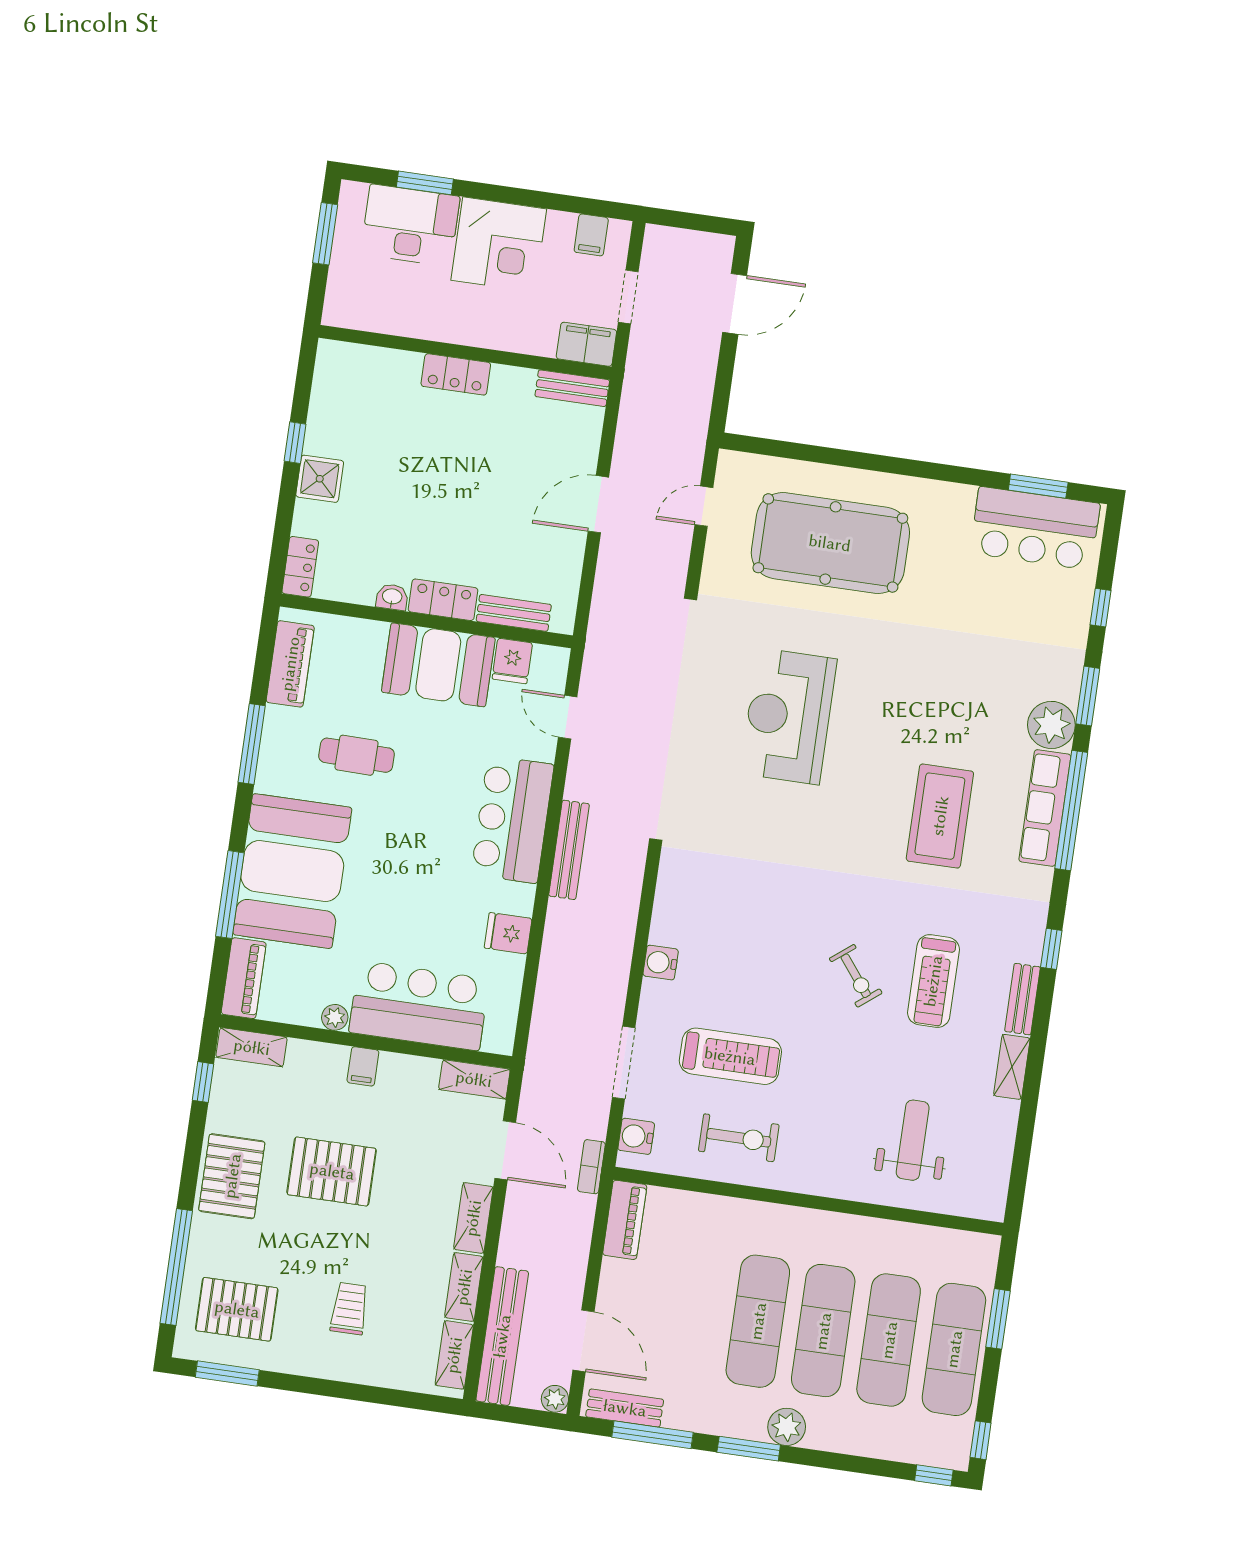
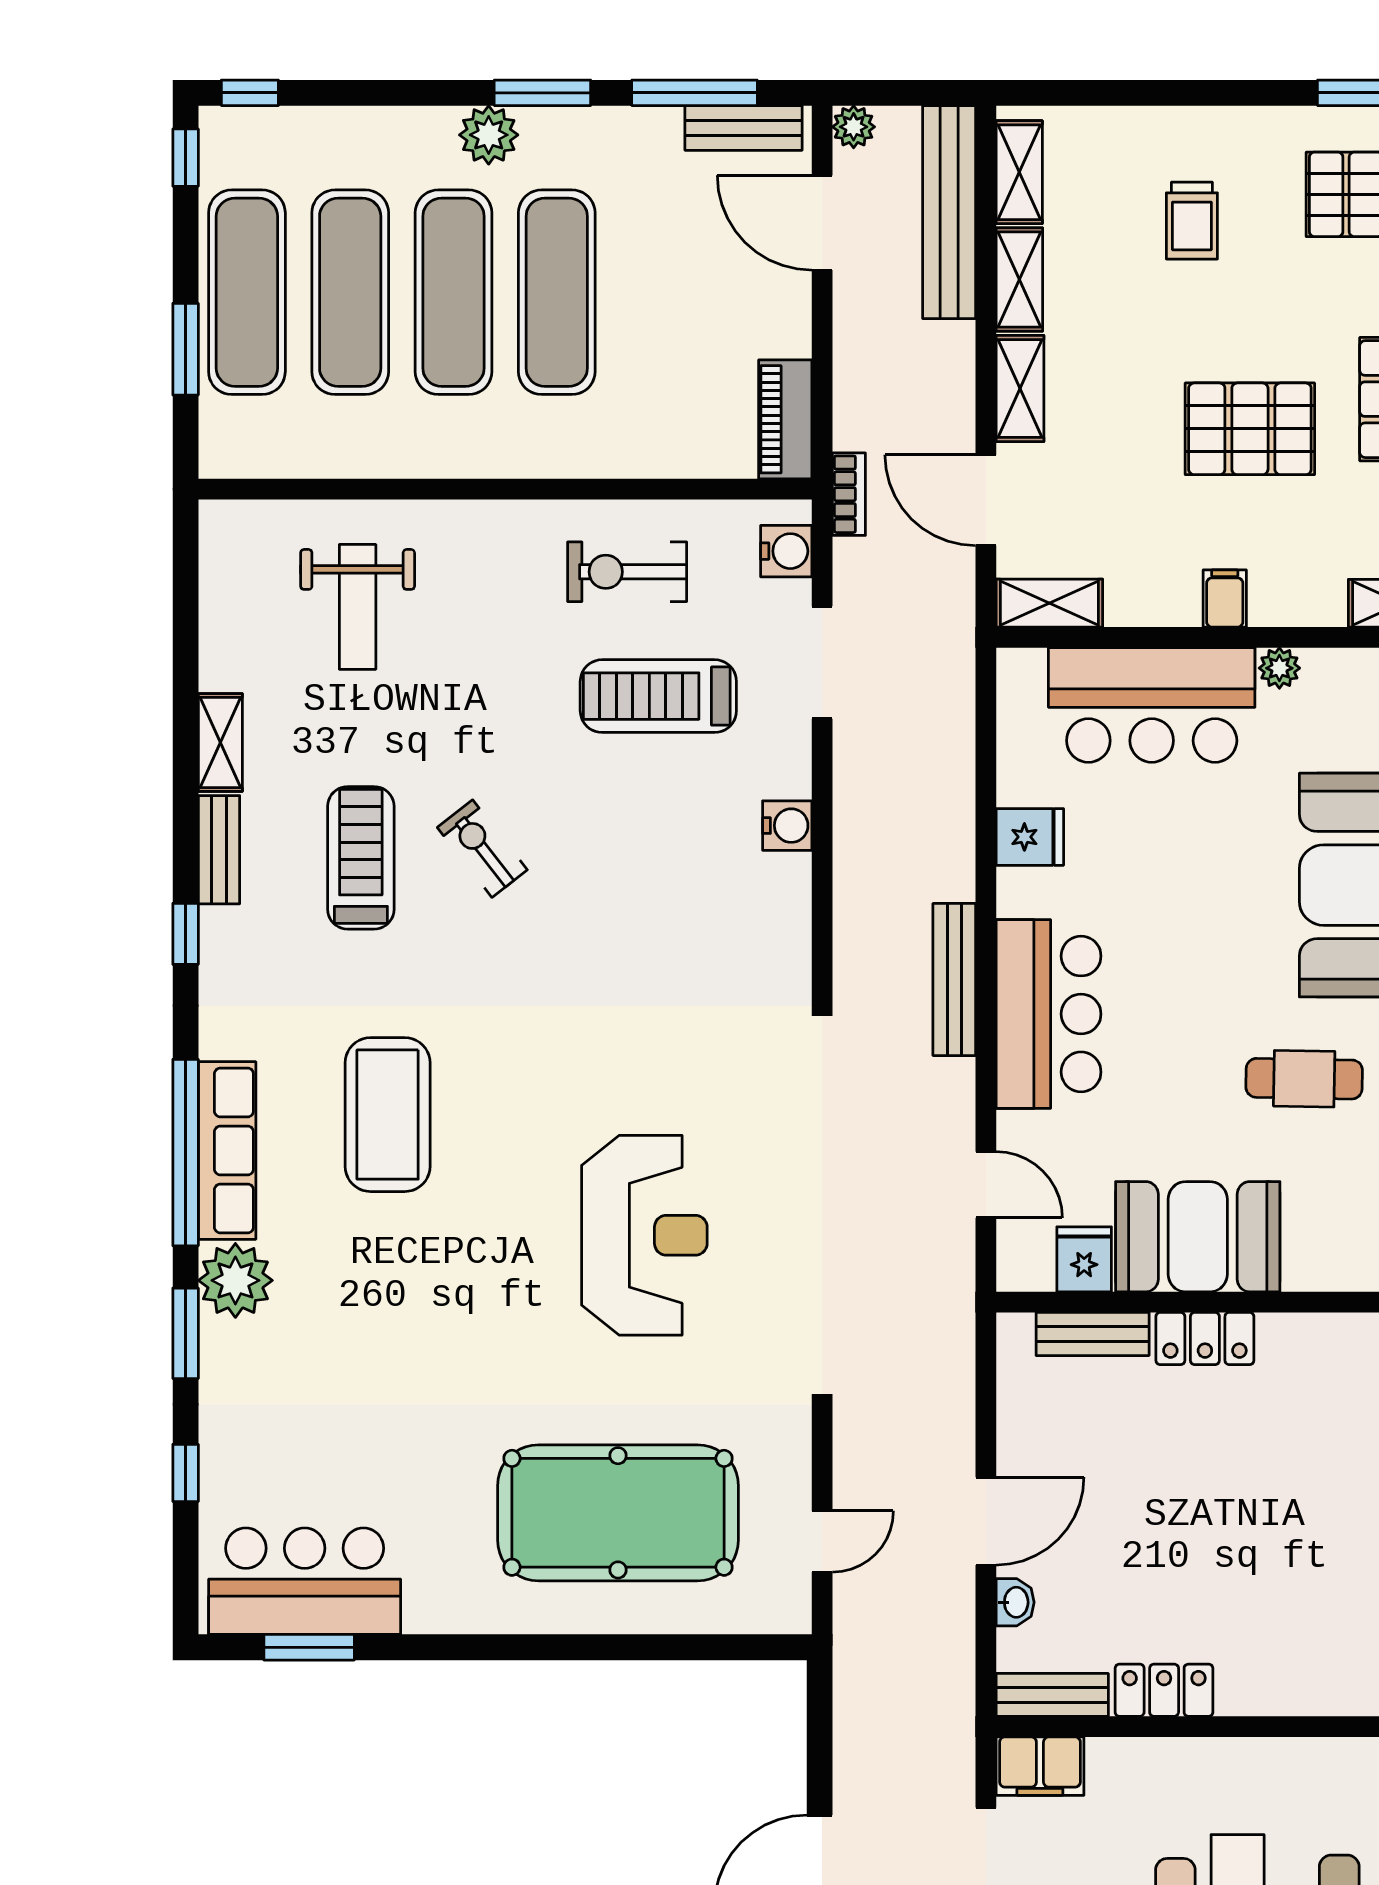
locker: (456, 374) -> (1164, 1690), moved
washbasin: (392, 597) -> (1015, 1602), moved, turned -90

